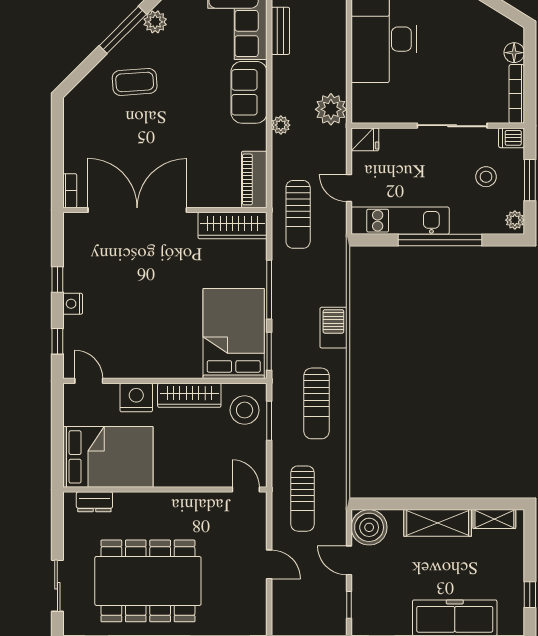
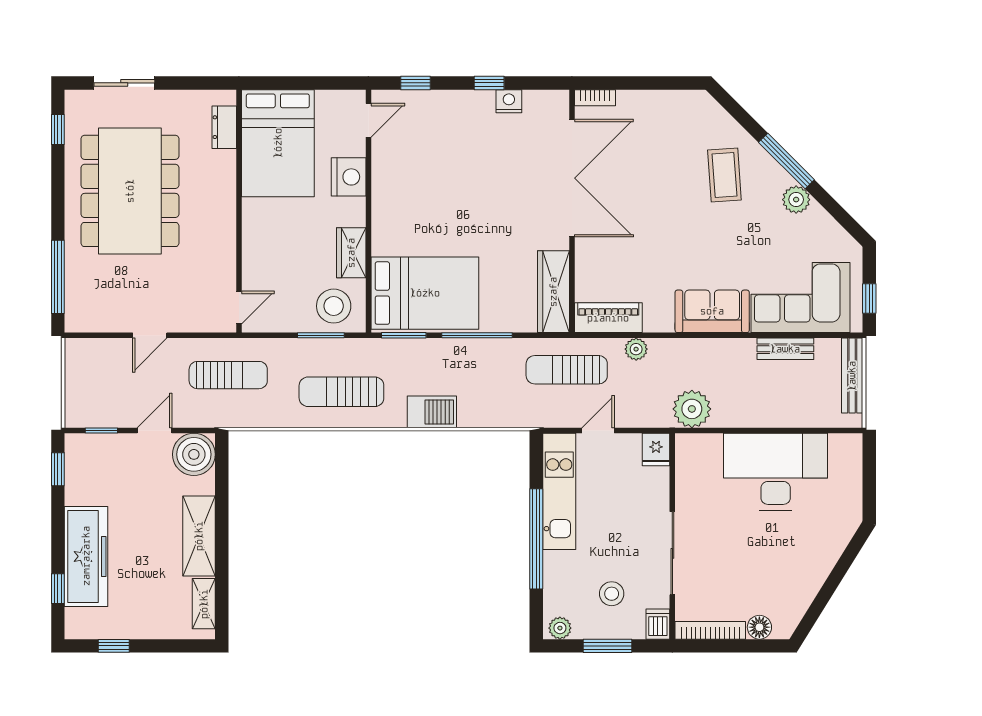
plant: (281, 125) -> (636, 349), moved
nightstand: (73, 304) -> (509, 101), moved
wardrobe: (189, 395) -> (351, 253), width x0.67
sun lounger: (302, 499) -> (228, 375), turned 180

